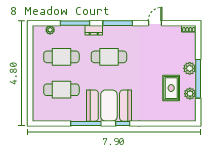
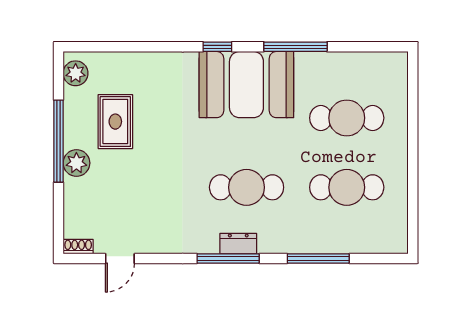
door: (155, 23) -> (120, 258), moved
plant: (50, 30) -> (371, 244), removed
dresser: (94, 30) -> (238, 244), moved
plant: (190, 94) -> (76, 73), moved

